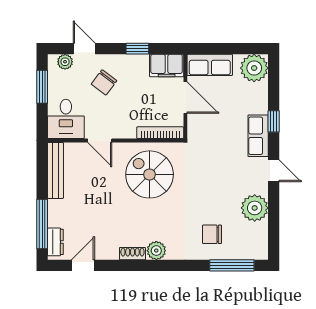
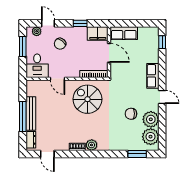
plant: (254, 68) -> (151, 137), moved
window: (274, 121) -> (162, 42), moved
bench: (55, 170) -> (31, 114), moved
window: (42, 224) -> (23, 116), moved
chair: (212, 234) -> (131, 114), moved
door: (83, 265) -> (47, 154), swing flipped
window: (232, 265) -> (137, 154), width x0.69

